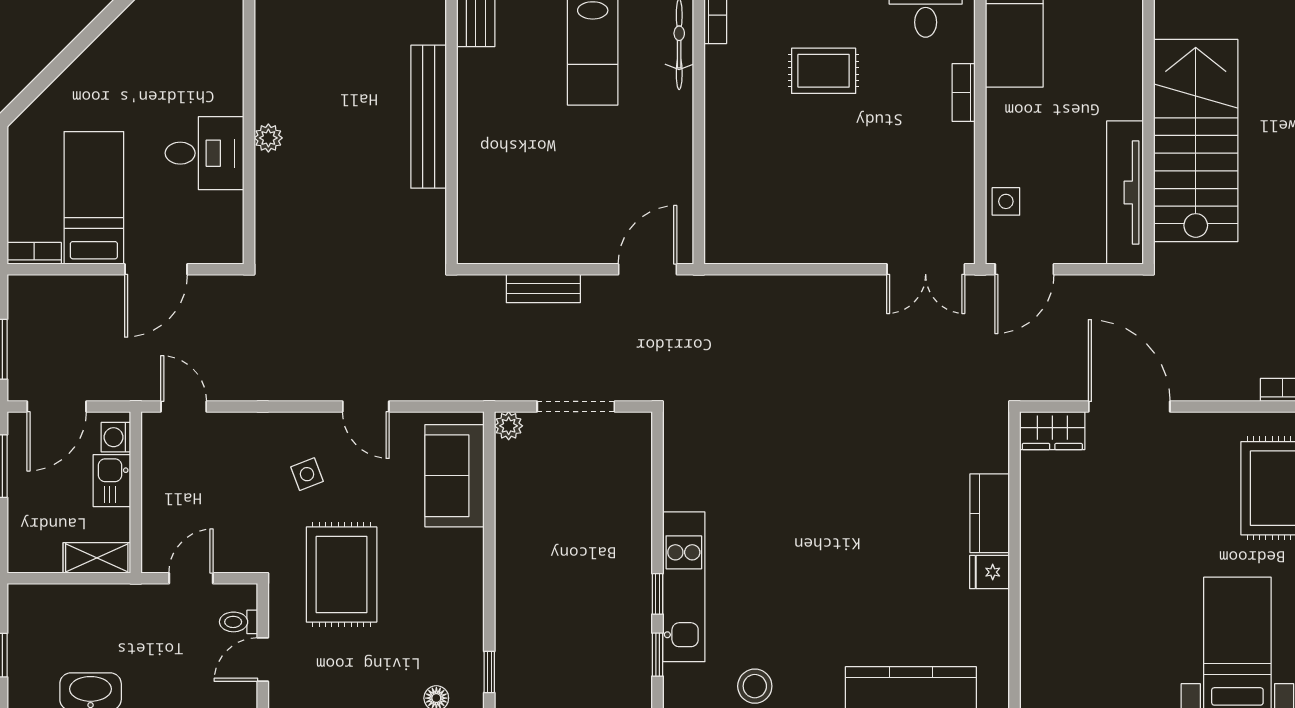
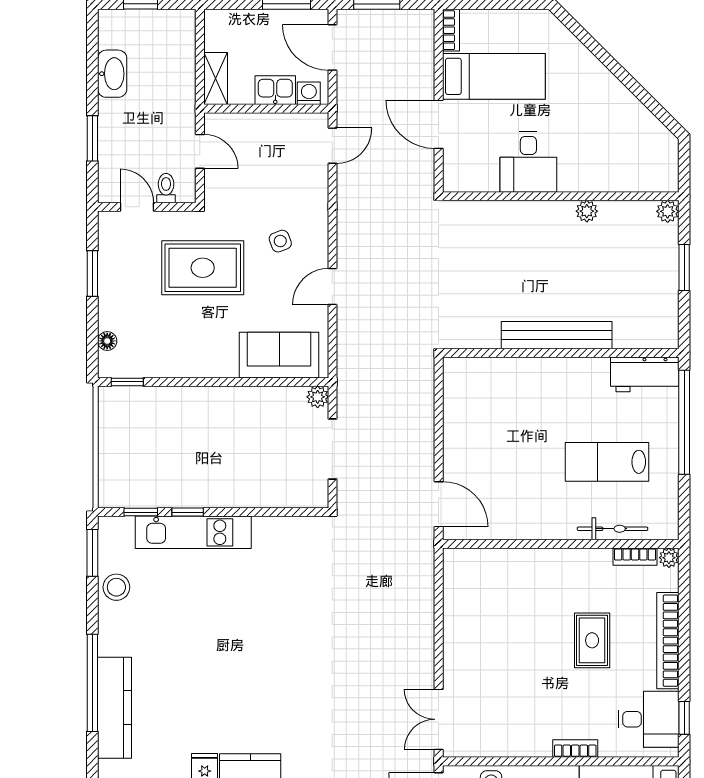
plant: (268, 138) -> (587, 211), moved
bench: (543, 289) -> (424, 424), removed

